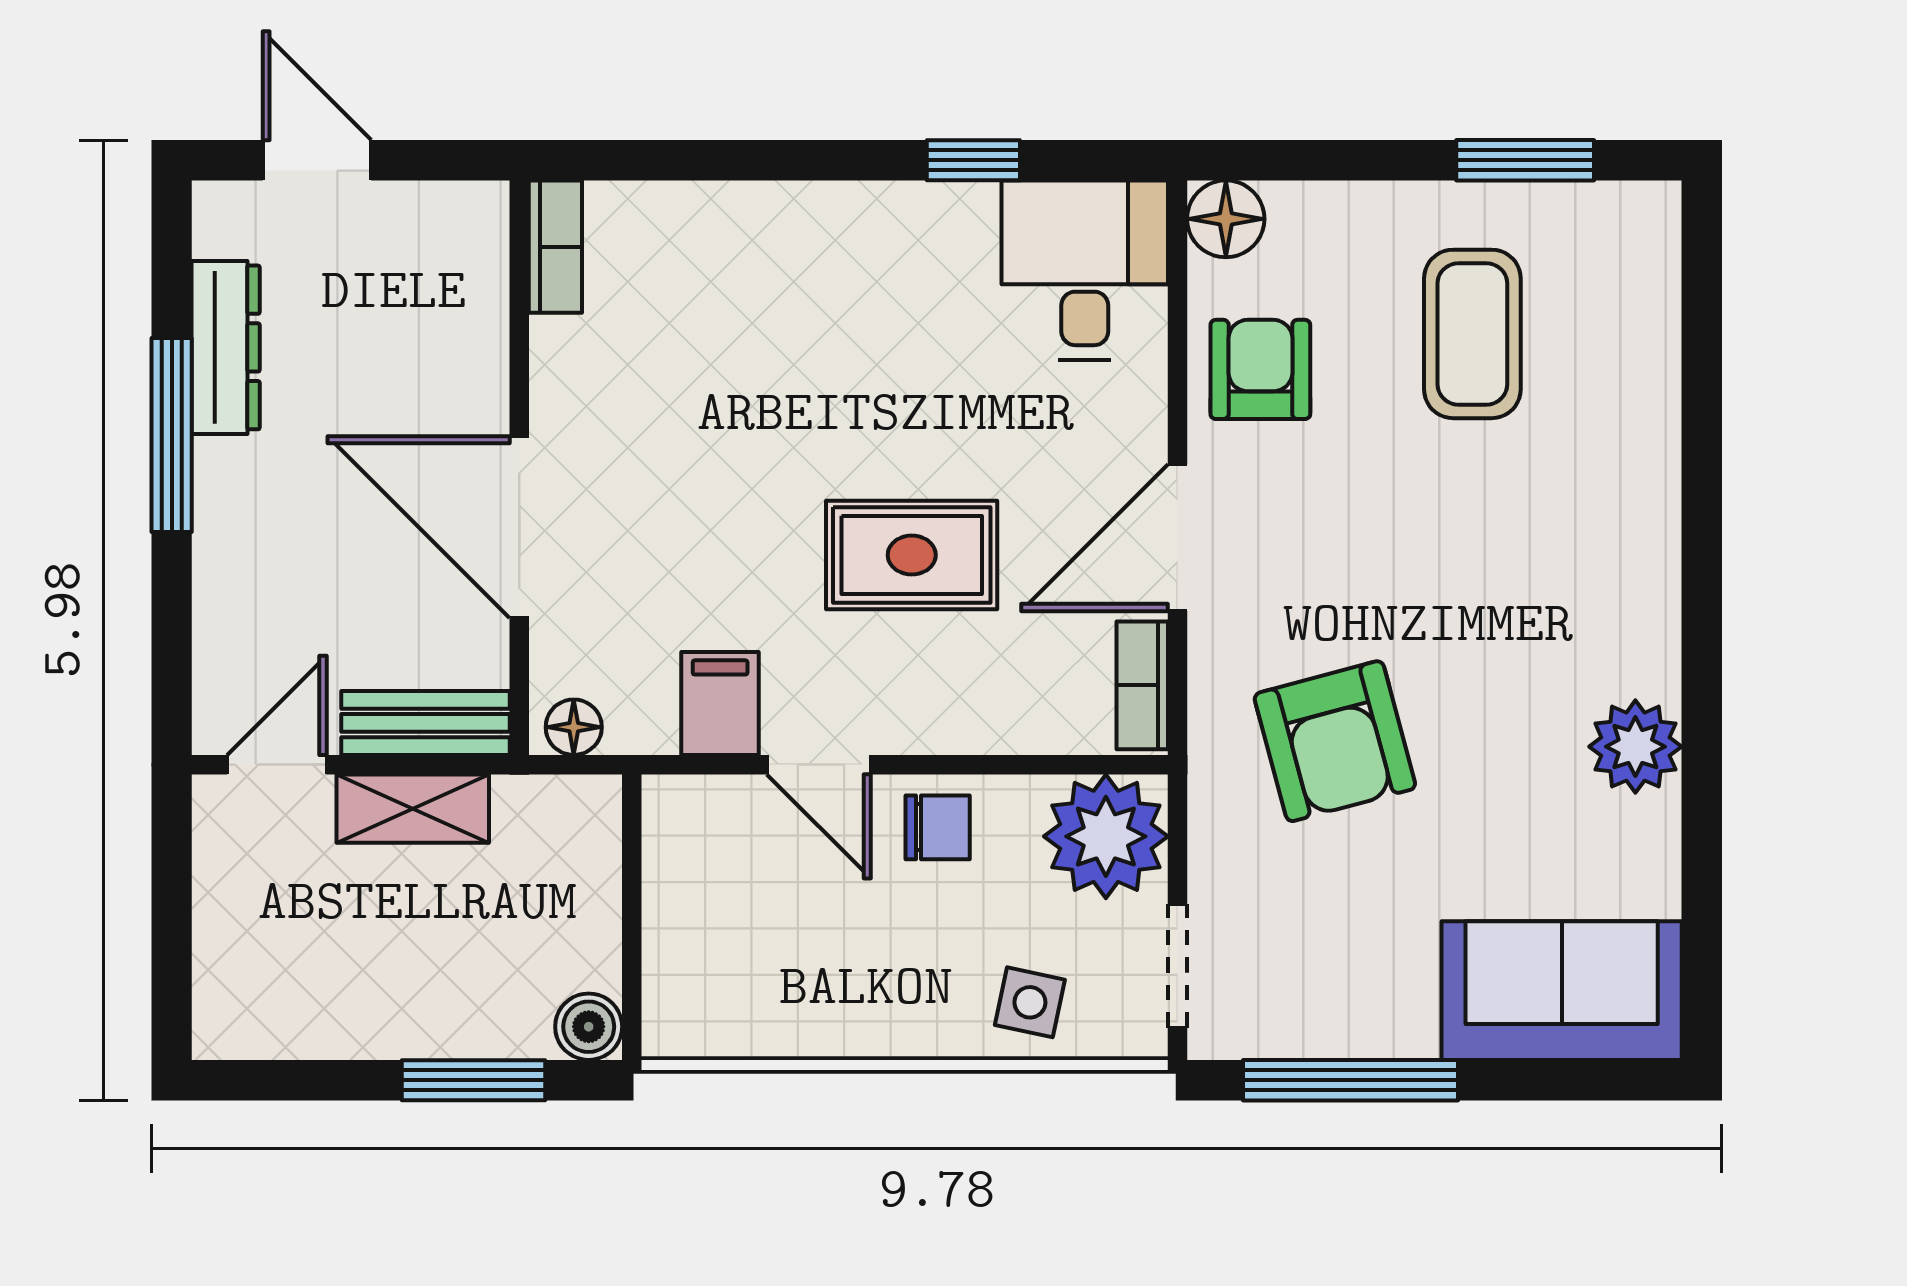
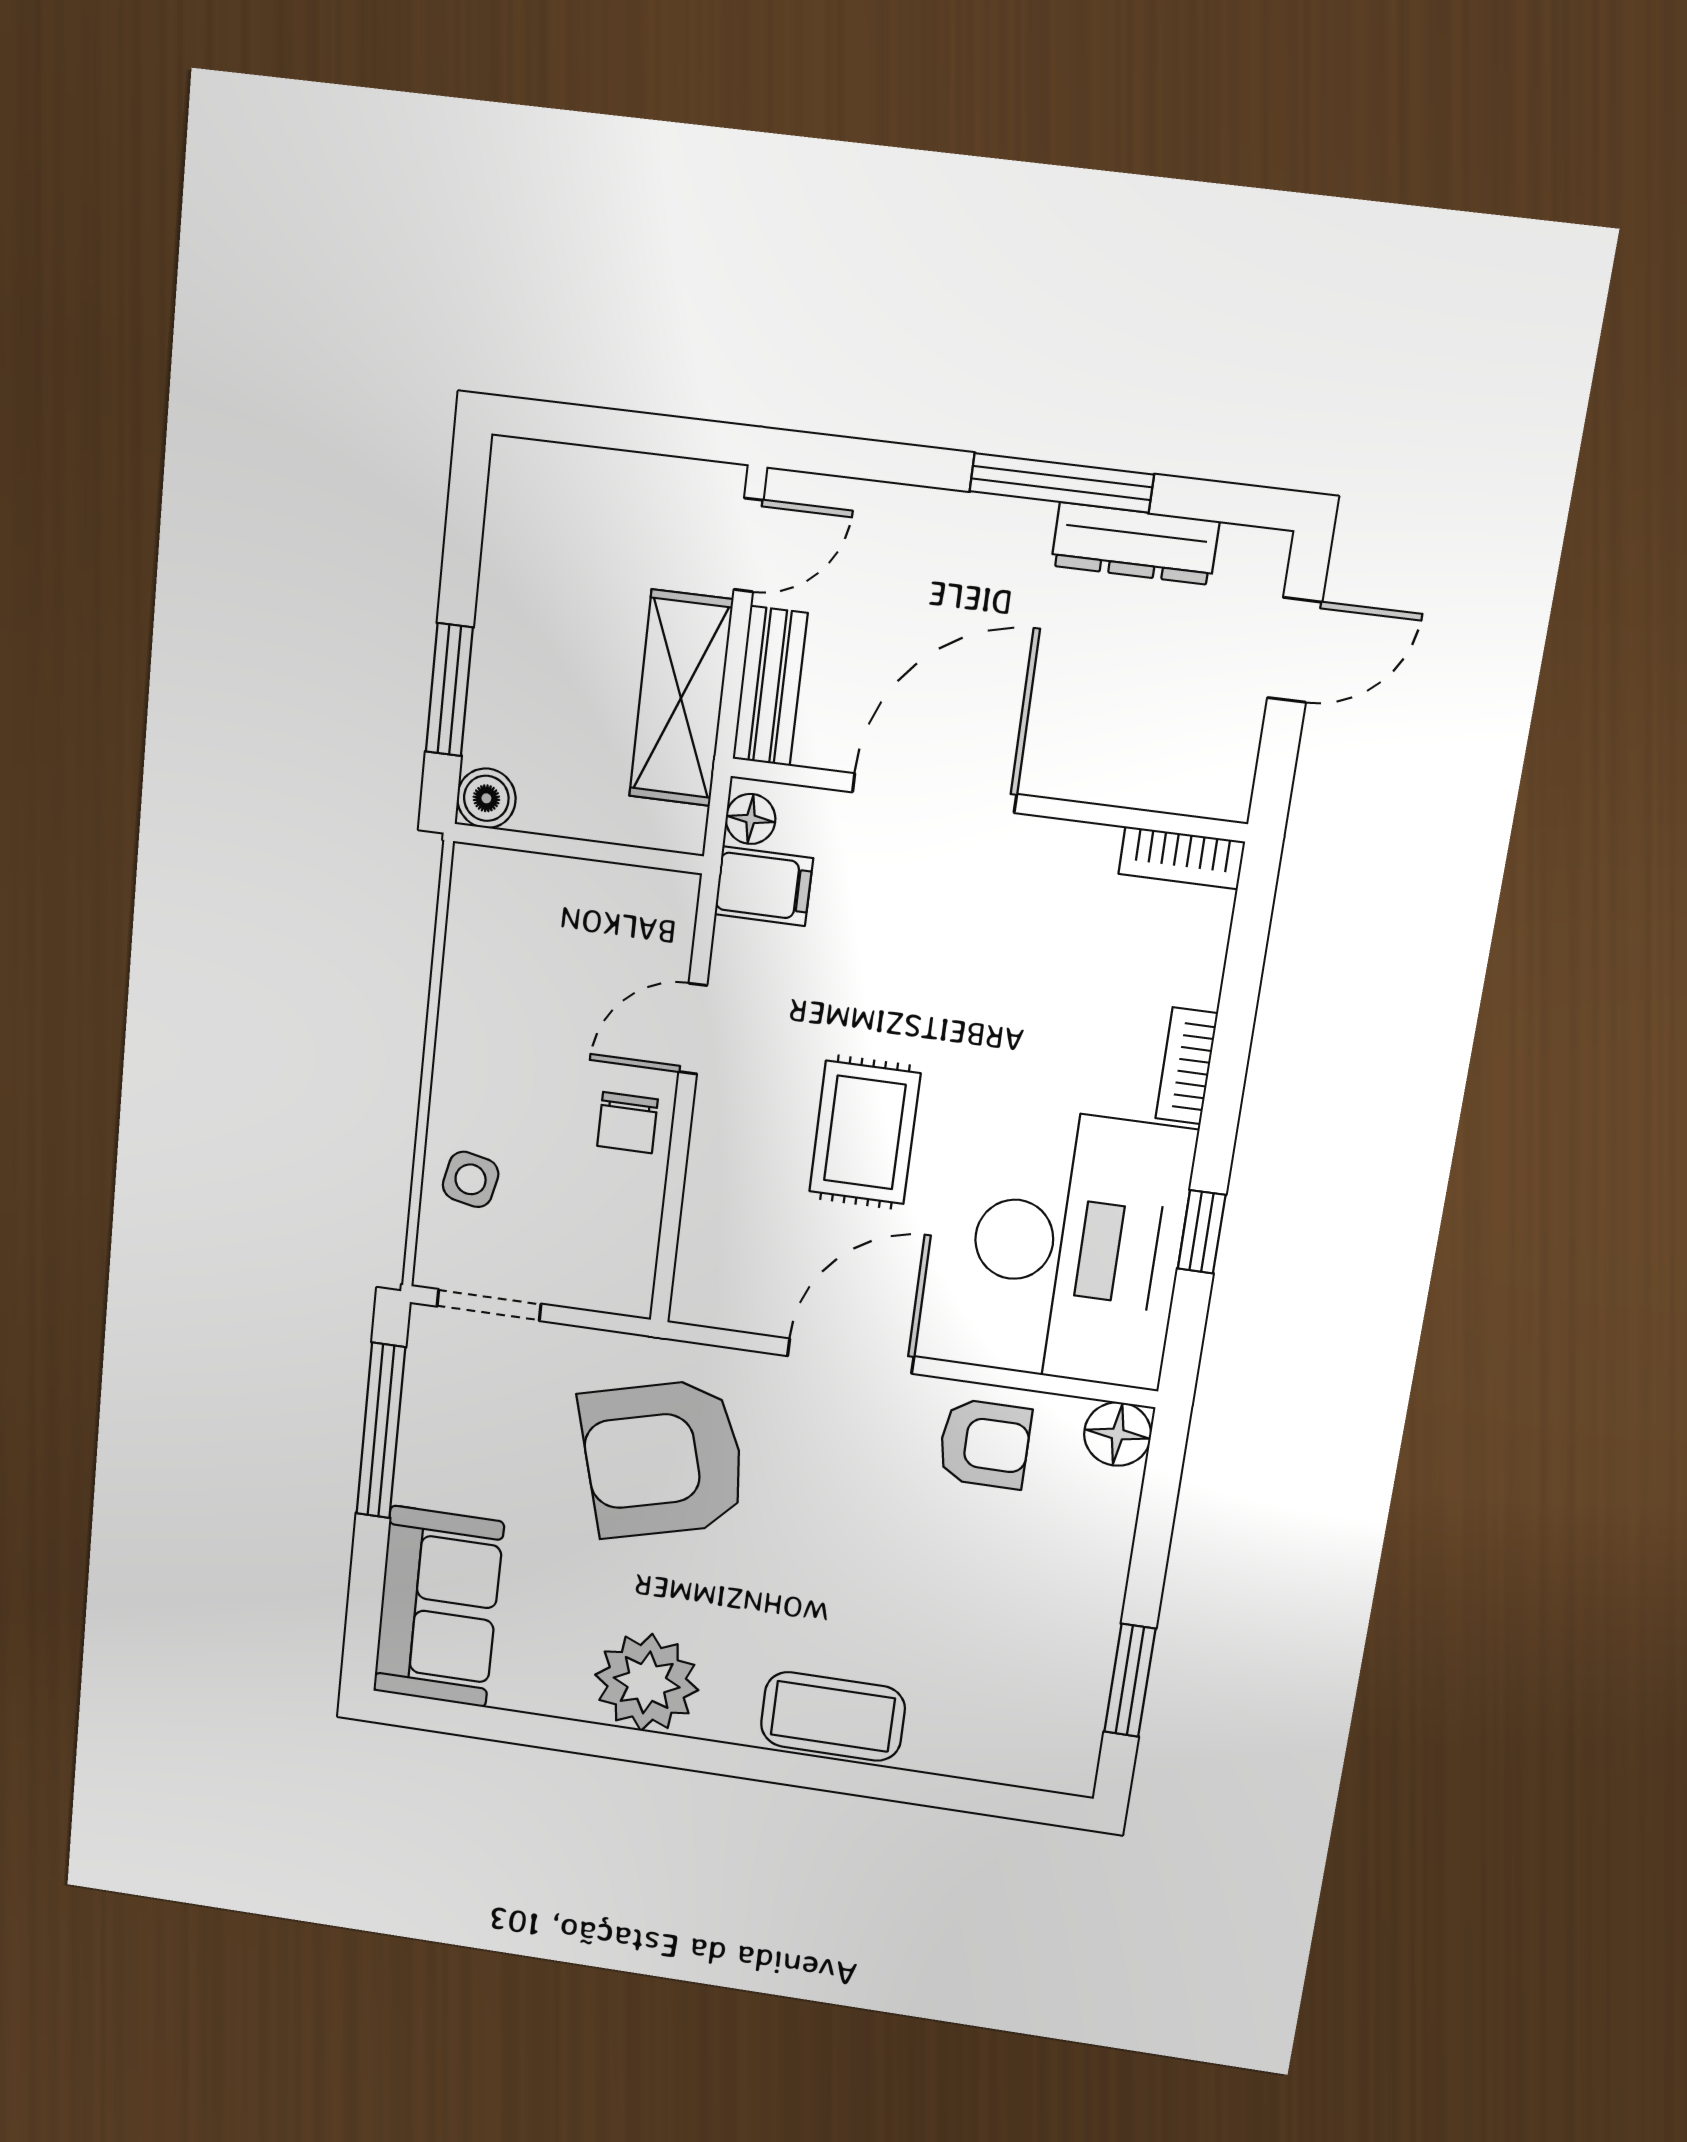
desk: (1085, 270) -> (1077, 1248), width x1.87, depth x1.30
coffee table: (1472, 334) -> (833, 1716), moved
door: (1178, 538) -> (851, 1356), hinge flipped
bookcase: (1142, 685) -> (1187, 1066), moved, turned -90
filing cabinet: (720, 704) -> (764, 886), moved
armchair: (1335, 741) -> (663, 1459), width x1.36, depth x1.36
plant: (1635, 747) -> (647, 1682), width x1.36, depth x1.36
door: (277, 765) -> (748, 545), hinge flipped
shelving: (413, 809) -> (681, 698), width x1.50, depth x1.33
plant: (1106, 836) -> (604, 1262), removed

